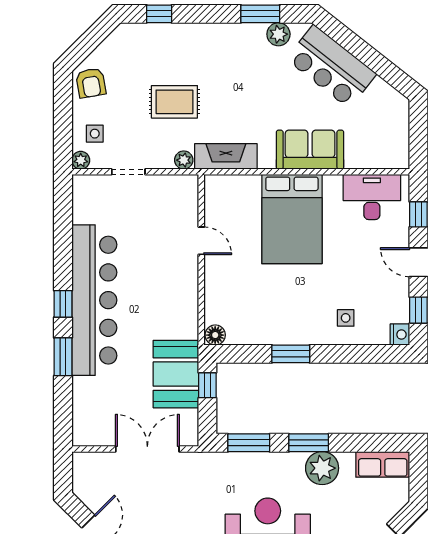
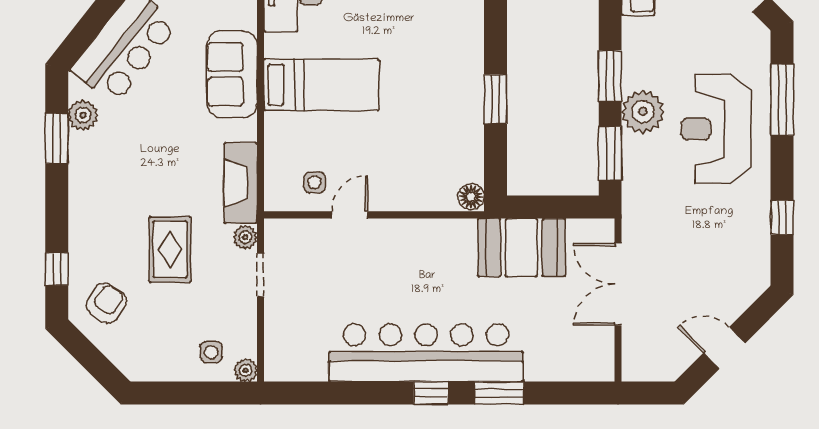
armchair: (91, 83) -> (106, 303), moved, turned -46
doorway: (128, 172) -> (260, 275), moved
bed: (292, 219) -> (321, 85), width x0.67
side table: (346, 318) -> (314, 182), moved
window: (207, 385) -> (536, 207), removed
plant: (322, 468) -> (643, 112), moved

